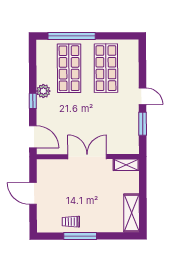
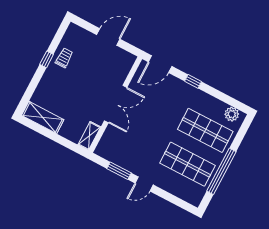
window: (72, 36) -> (221, 171), moved
plant: (43, 91) -> (232, 114), moved
window: (80, 236) -> (47, 59), width x0.46

